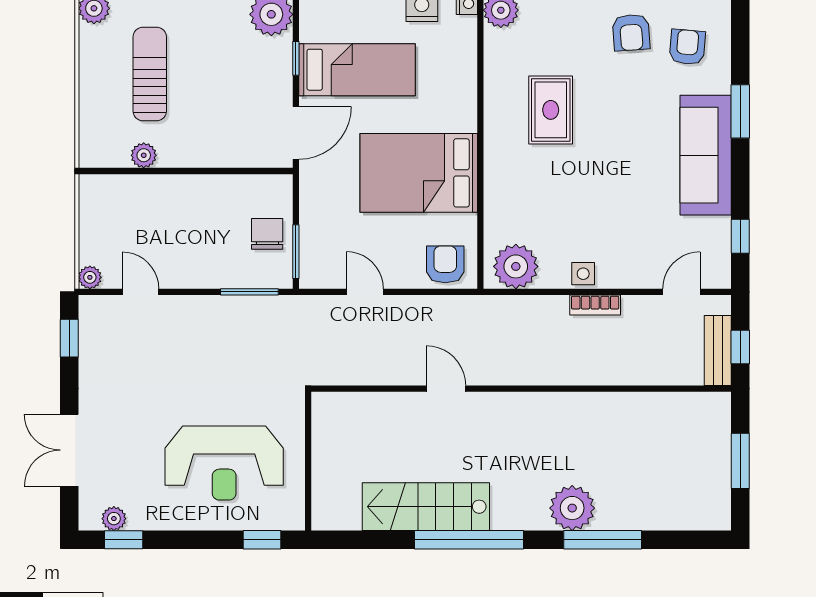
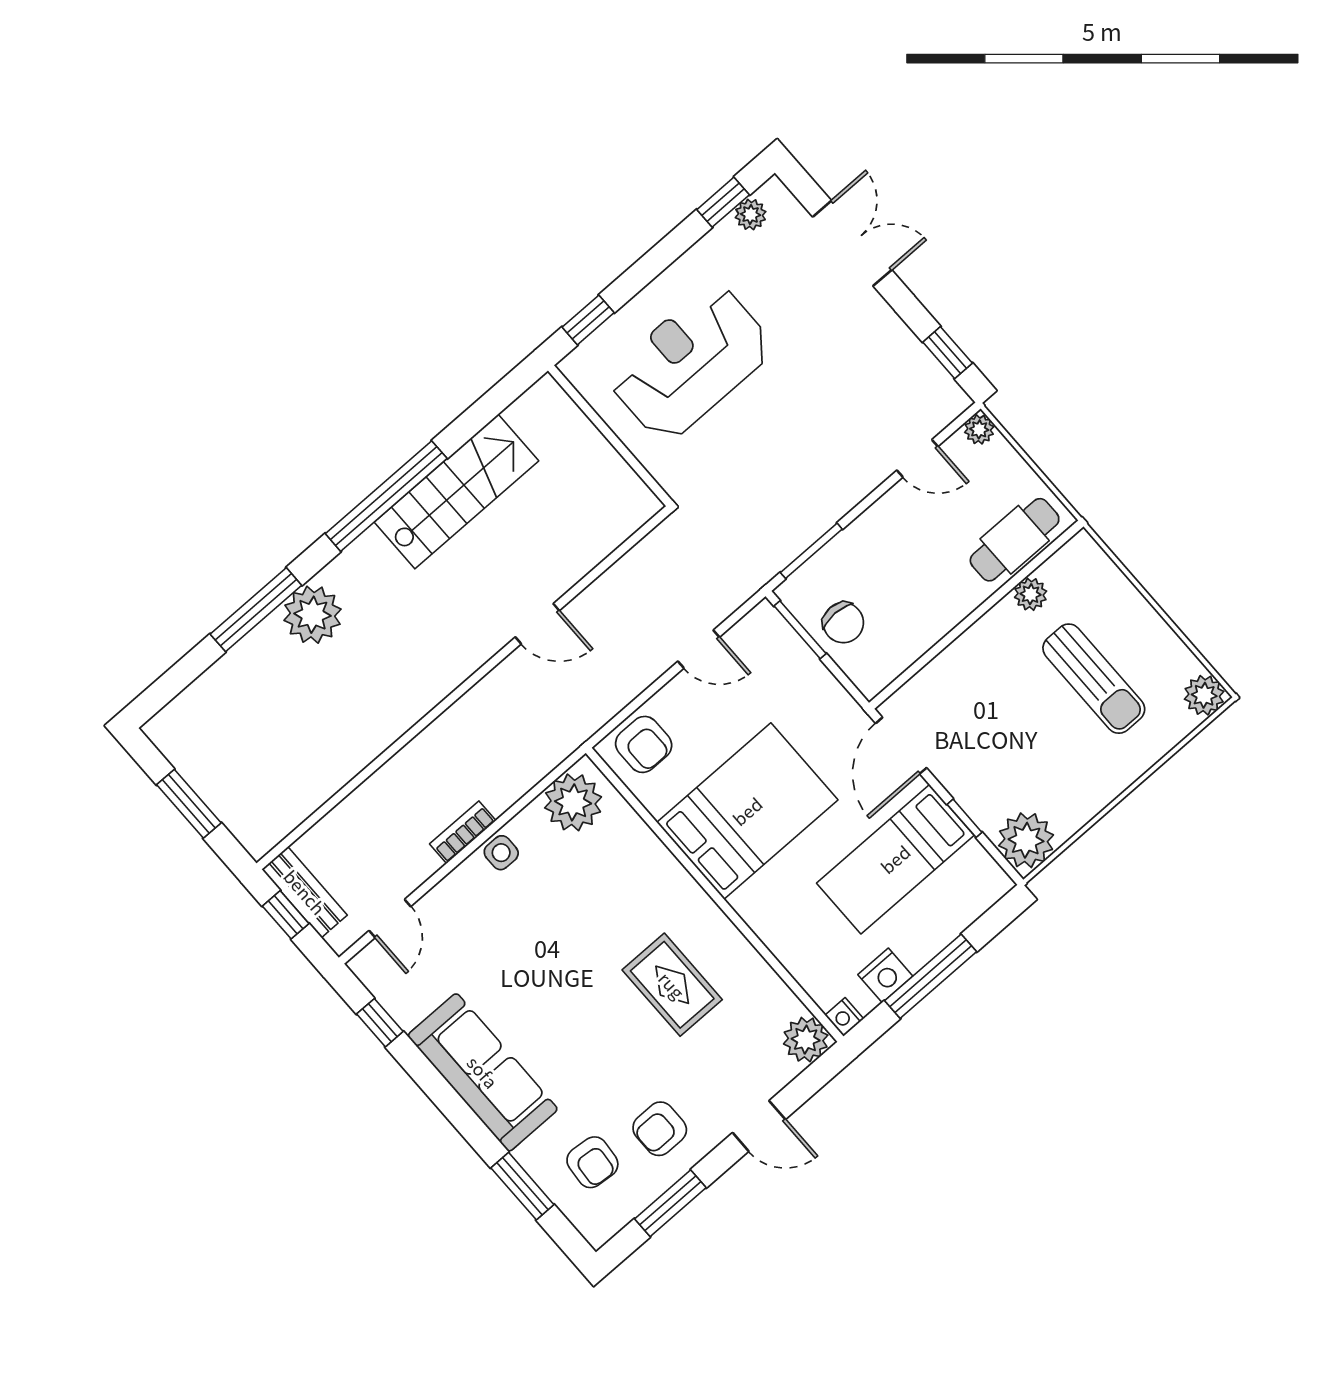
armchair: (631, 32) -> (660, 1129), turned -86
window: (740, 111) -> (522, 1186), moved
cafe table: (125, 195) -> (1015, 540), added

